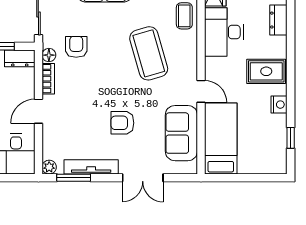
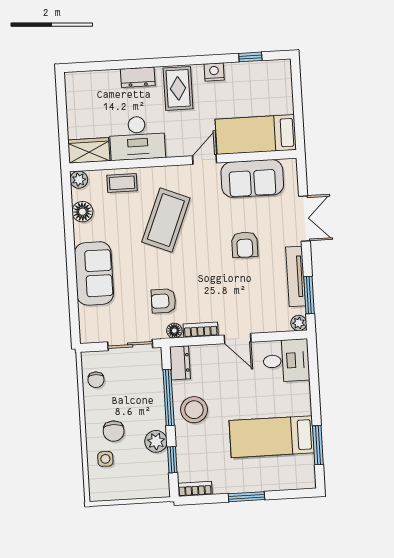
dresser: (278, 20) -> (138, 77), moved
coffee table: (149, 53) -> (166, 220), turned -52

